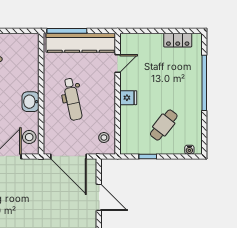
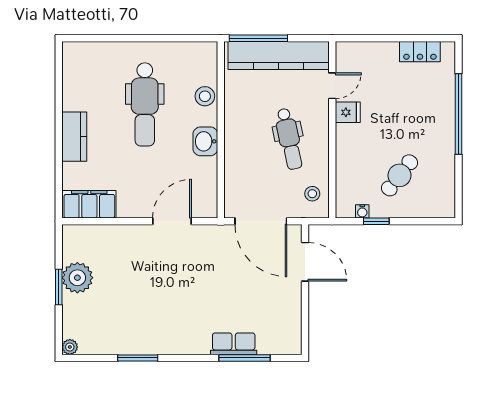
fridge: (128, 98) -> (348, 112), moved
dental chair: (72, 99) -> (289, 139), moved
stool: (29, 137) -> (205, 96), moved
water cooler: (189, 150) -> (362, 211), moved
door: (99, 197) -> (305, 262), moved

